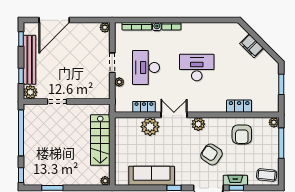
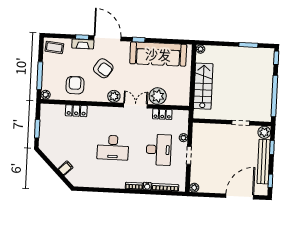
filing cabinet: (252, 46) -> (65, 168), width x0.50
double door: (174, 115) -> (135, 106), swing flipped
sofa: (152, 176) -> (158, 54), width x1.36, depth x1.27

